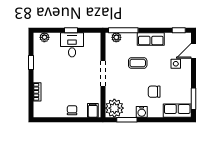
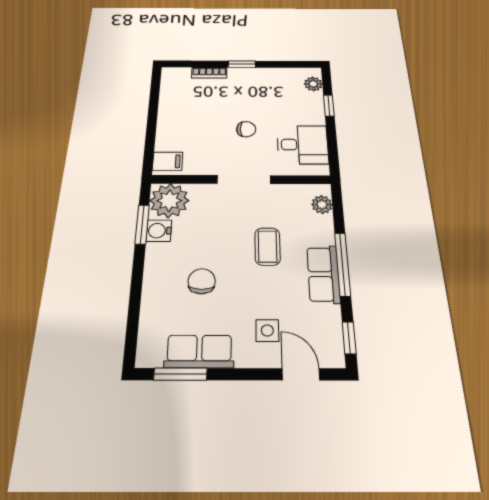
window: (71, 30) -> (329, 106), moved
window: (123, 30) -> (343, 264), moved
desk: (72, 45) -> (302, 145), moved
window: (31, 63) -> (242, 64), moved
chair: (72, 110) -> (246, 129), moved
row of seats: (177, 111) -> (199, 351), moved, turned -90
water cooler: (142, 112) -> (159, 231), moved

